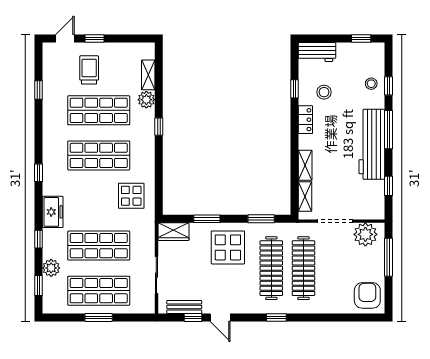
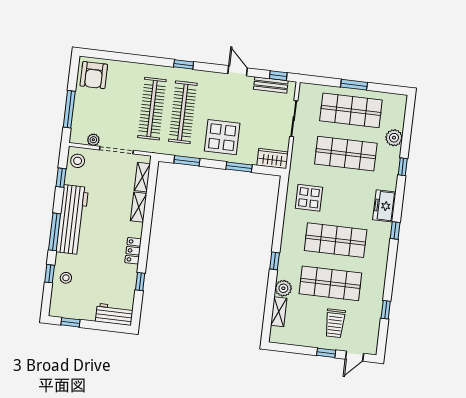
stool: (324, 92) -> (78, 161), moved
freezer: (53, 212) -> (384, 206), moved
plant: (365, 234) -> (93, 140), width x0.53, depth x0.53
window: (39, 285) -> (408, 122), removed
window: (193, 317) -> (278, 76), moved

